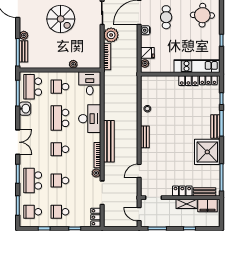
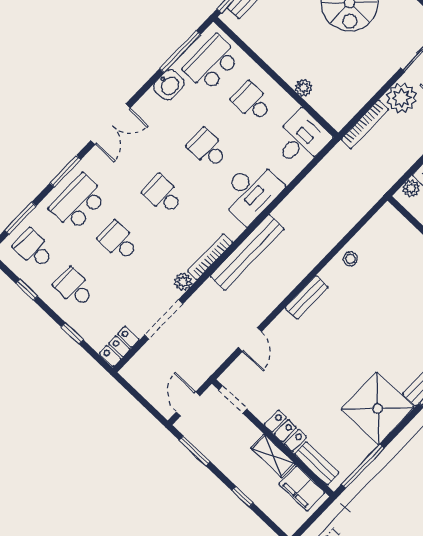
school desk: (60, 118) -> (207, 148), width x0.54
door: (139, 171) -> (250, 340), swing flipped

